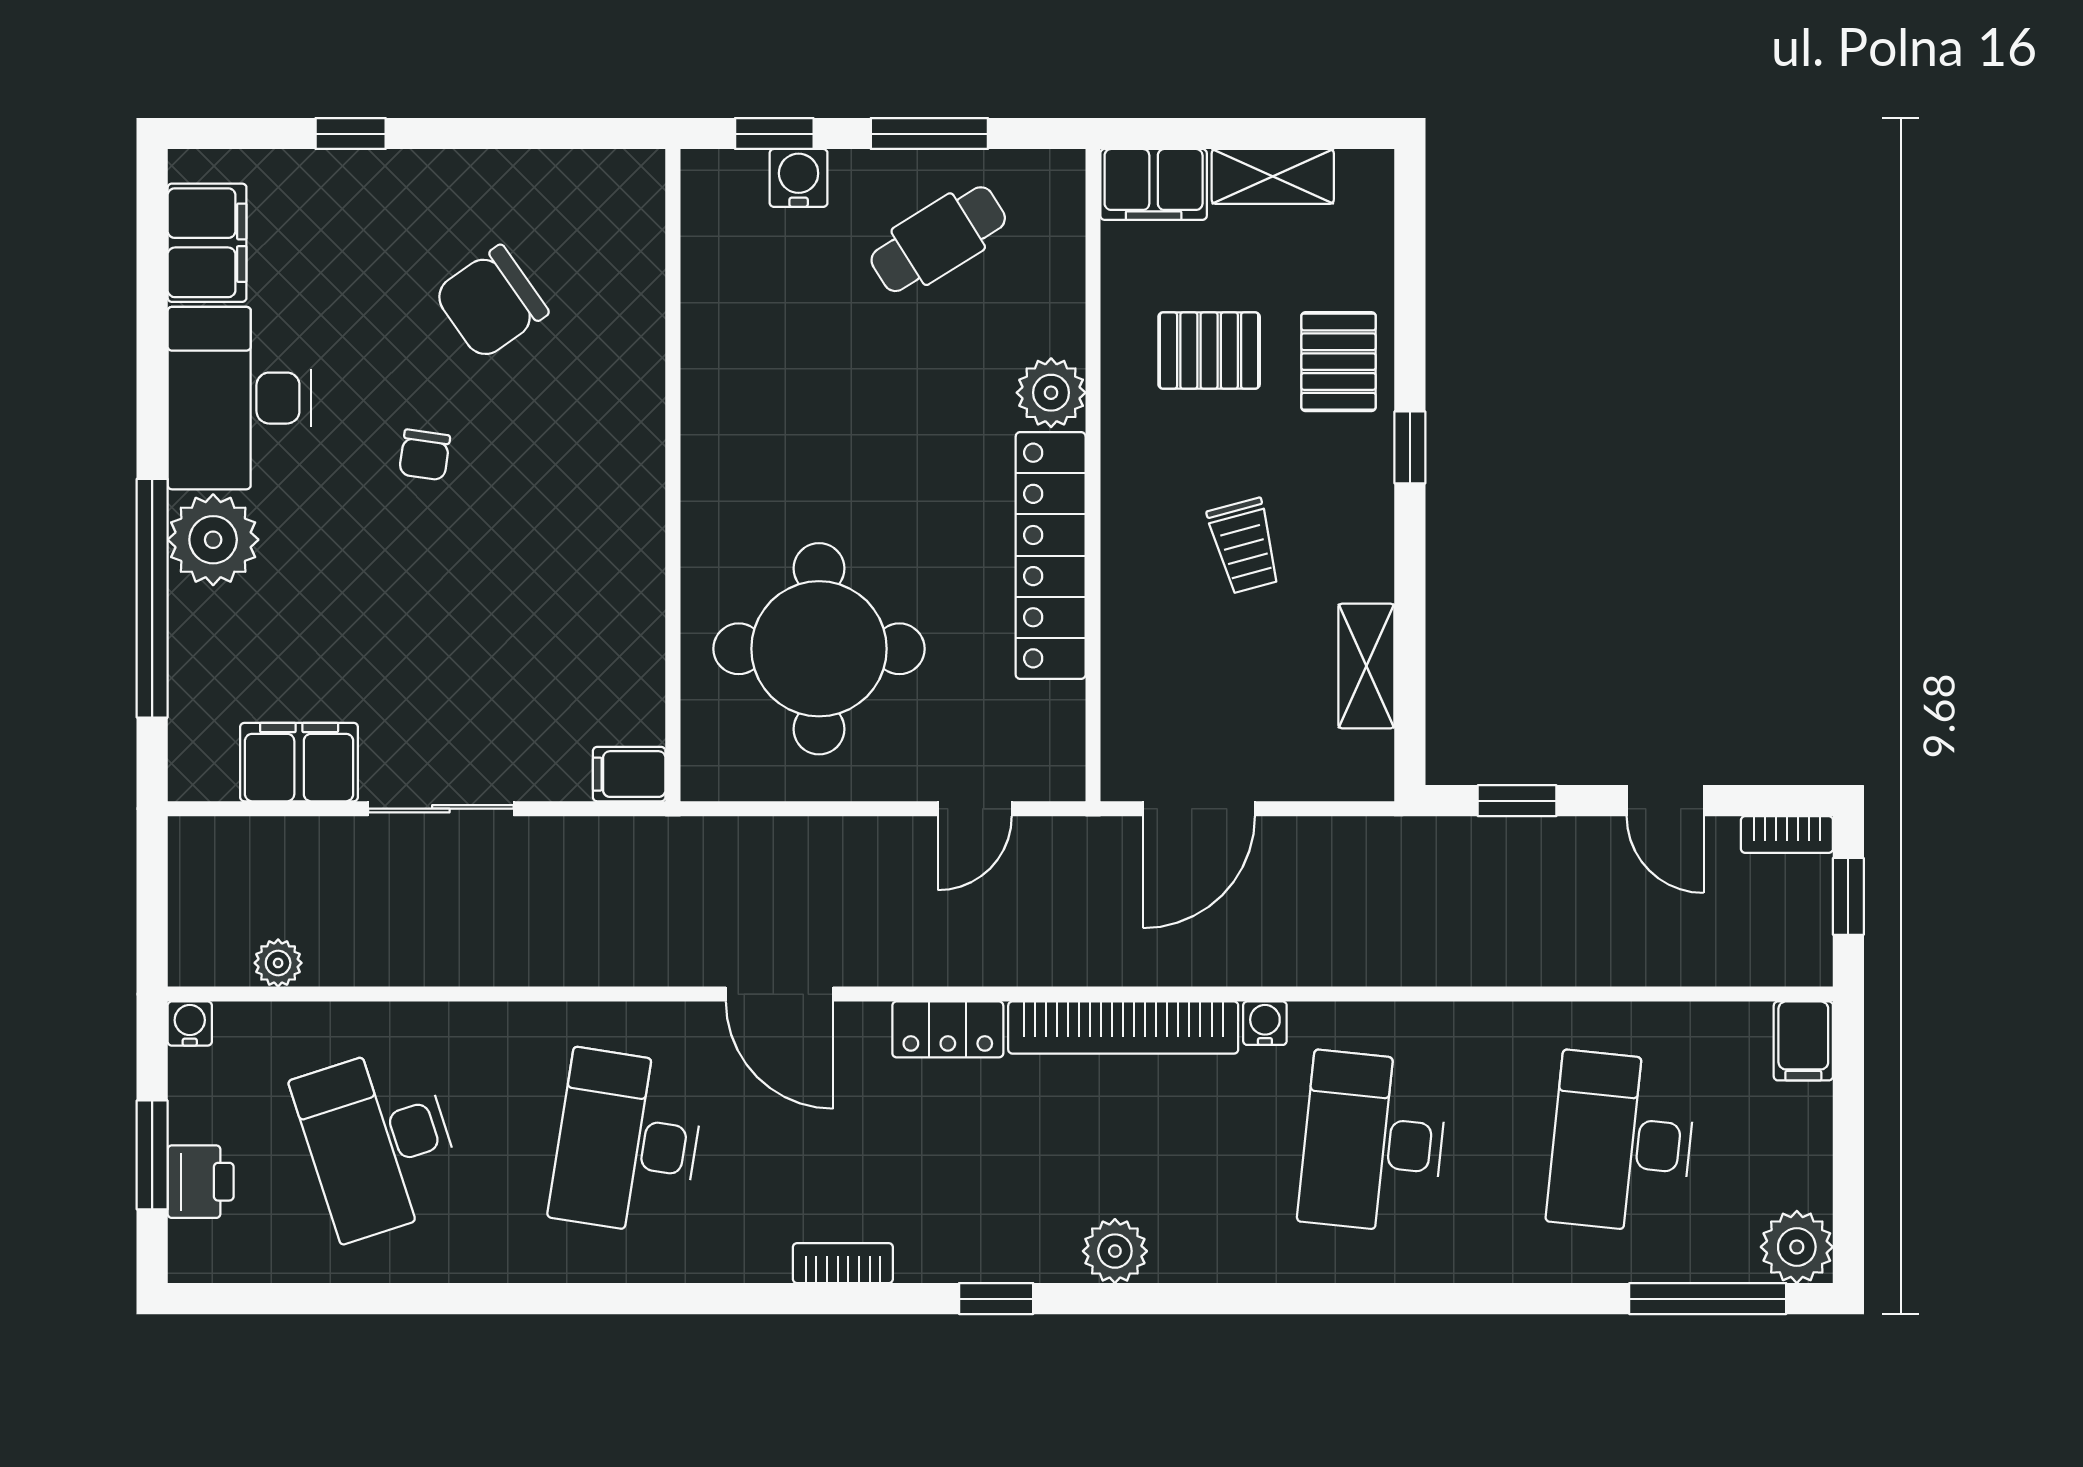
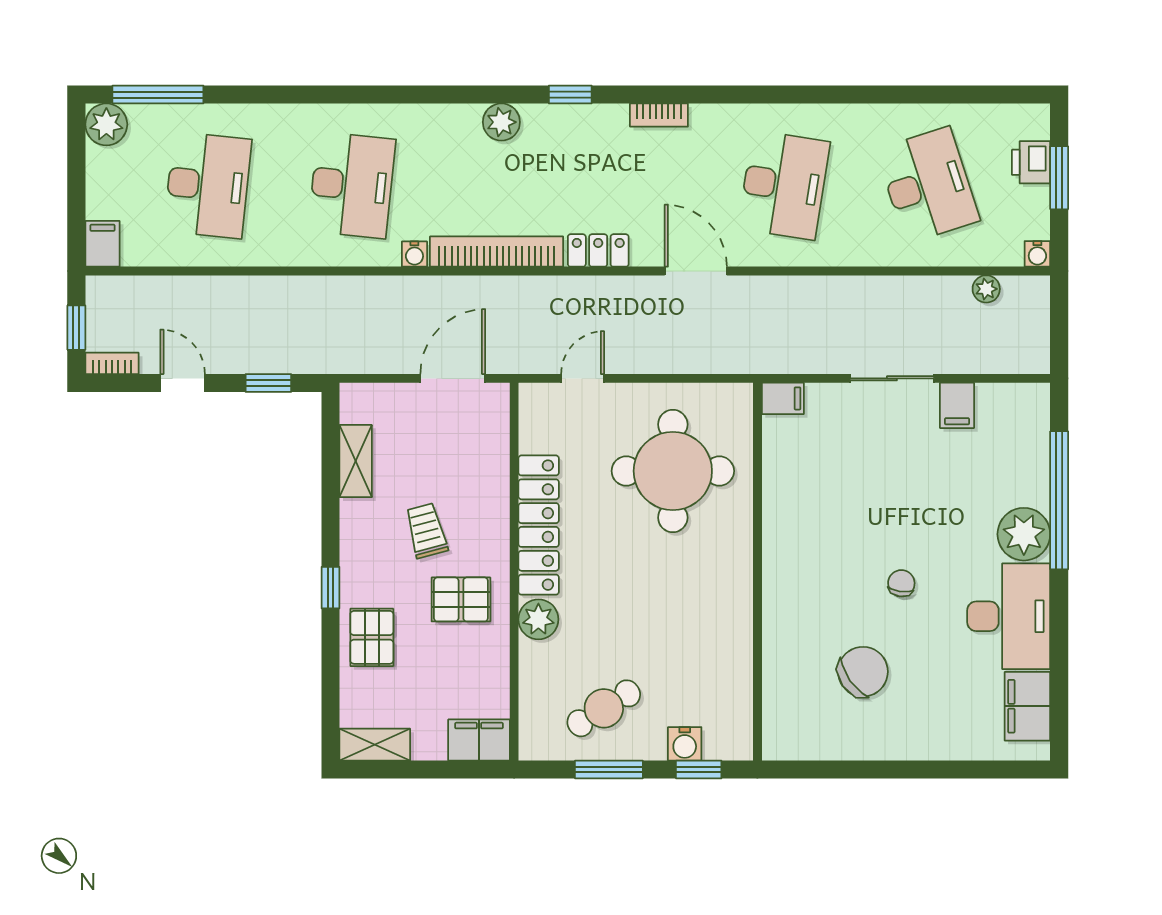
window: (351, 134) -> (944, 770), removed
shelving: (1273, 176) -> (375, 745), moved
pallet: (1209, 351) -> (461, 599), moved
filing cabinet: (299, 762) -> (957, 405), width x0.50

